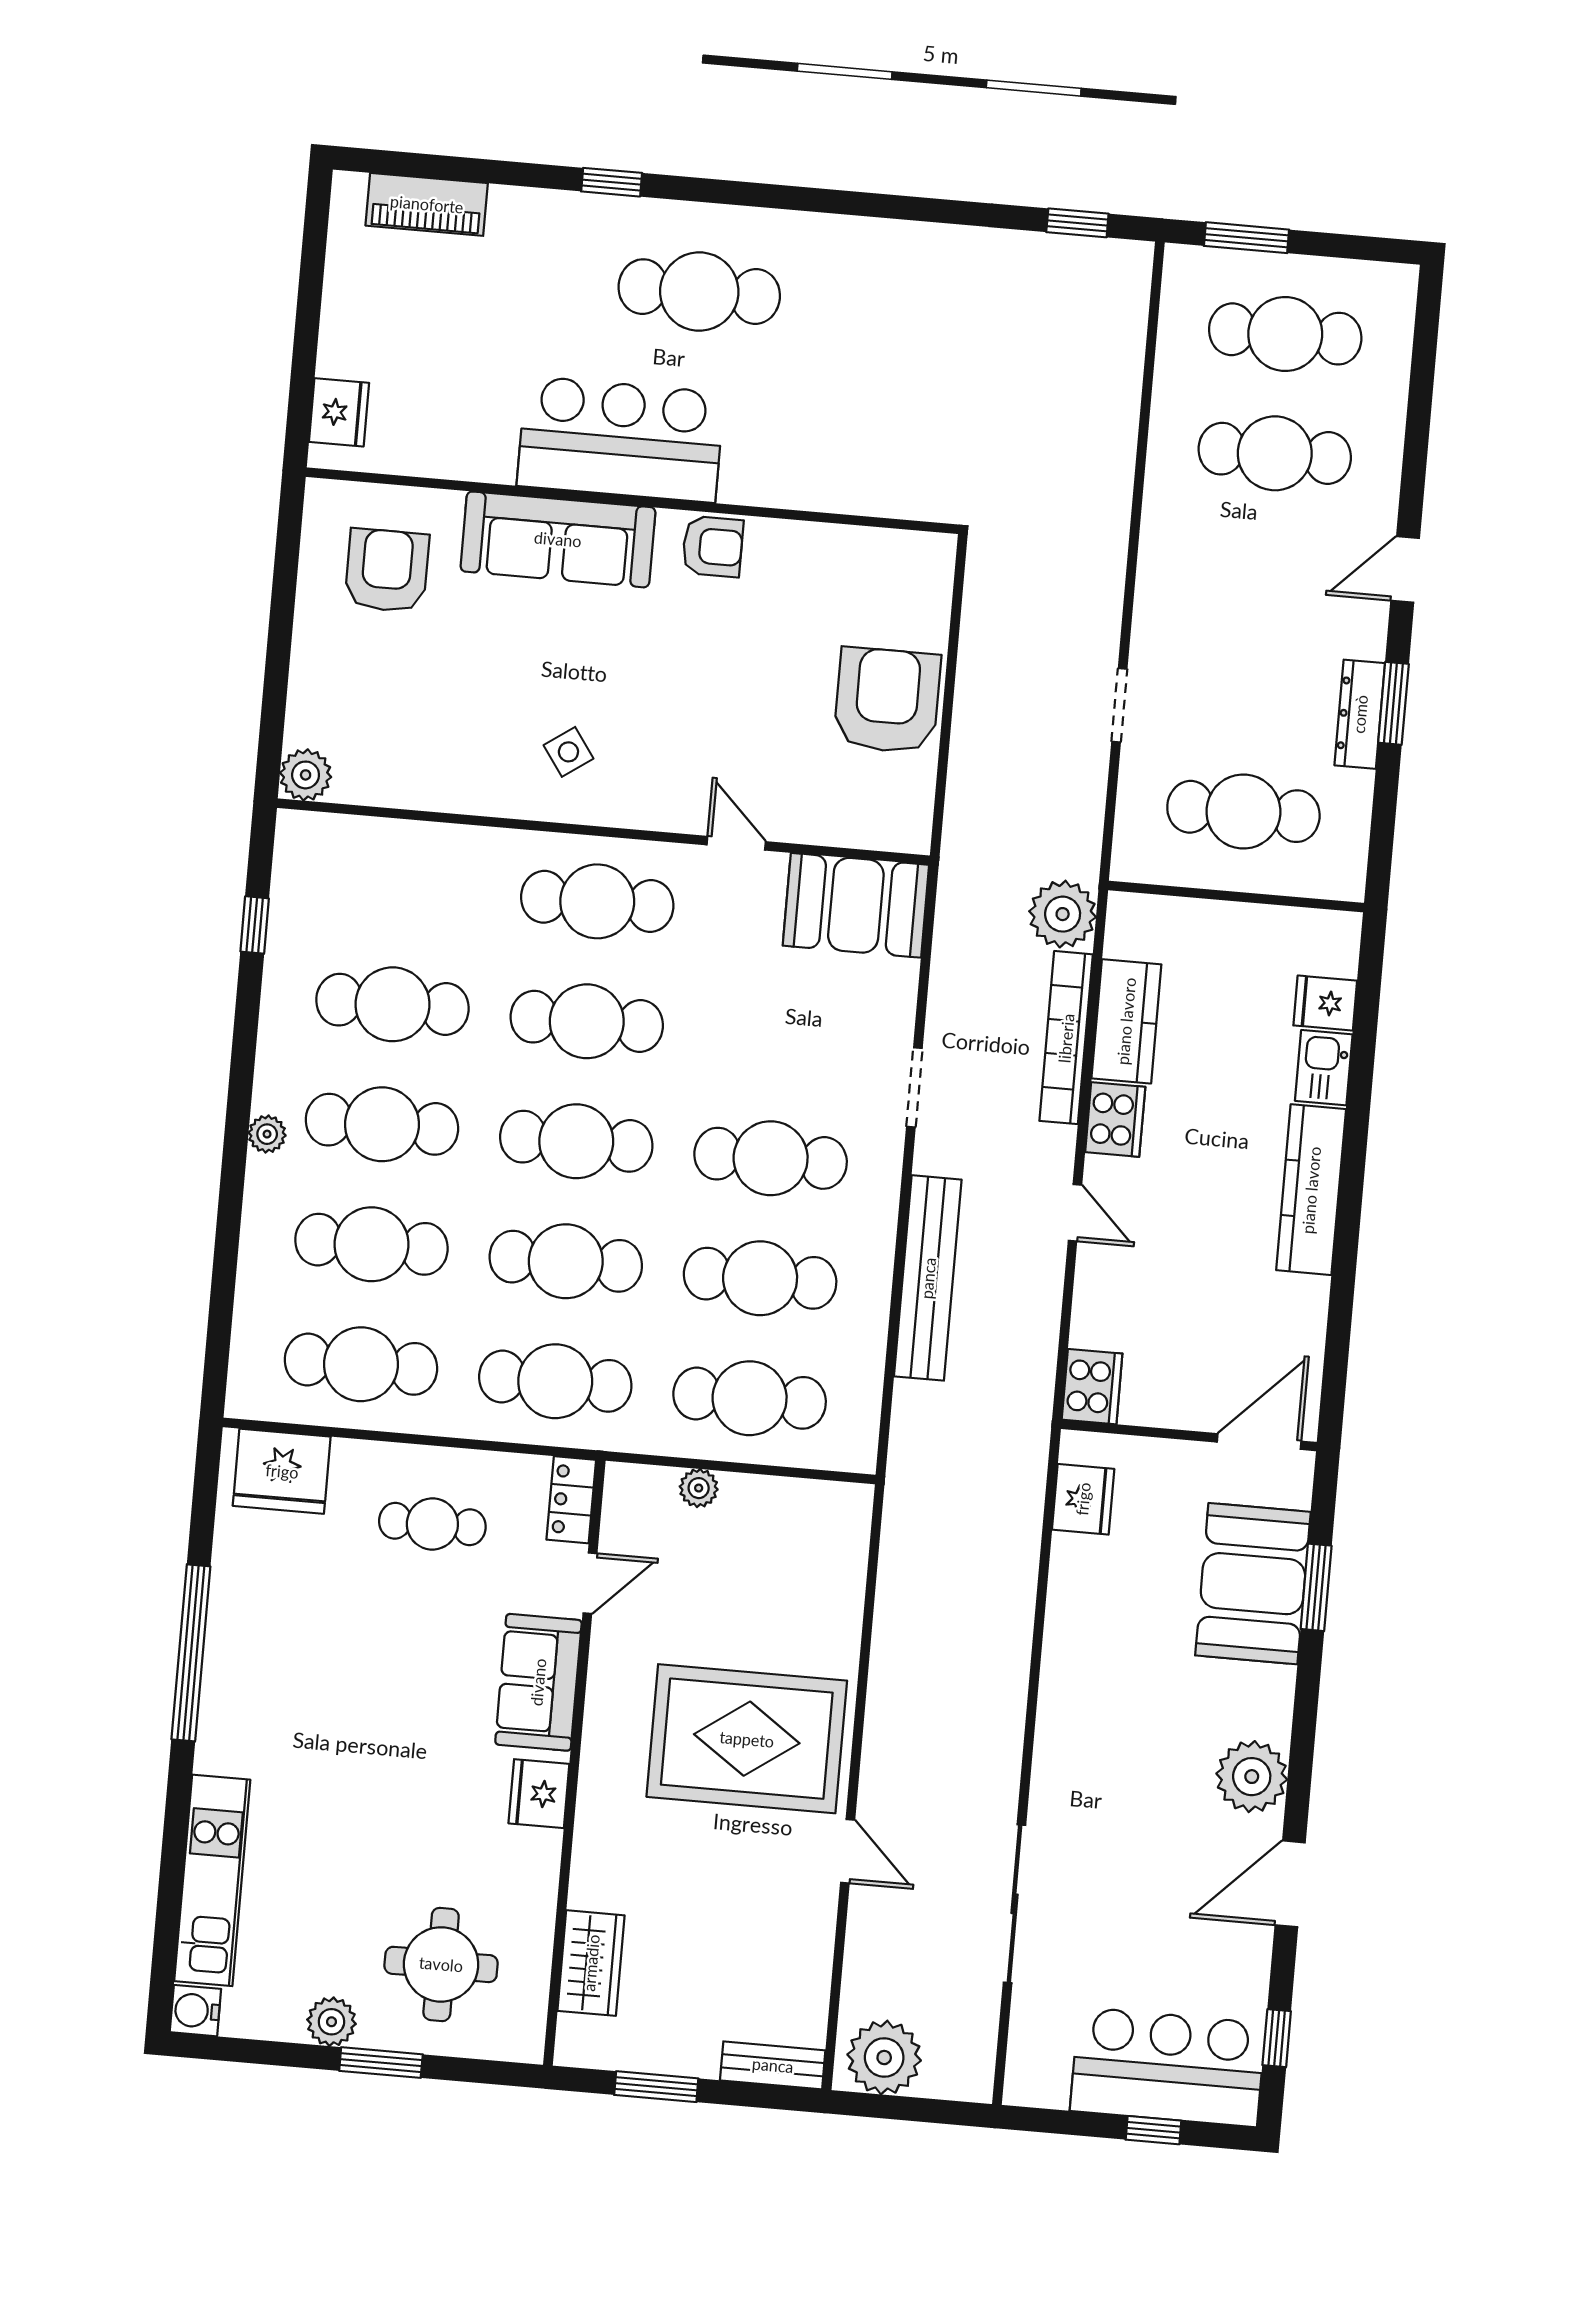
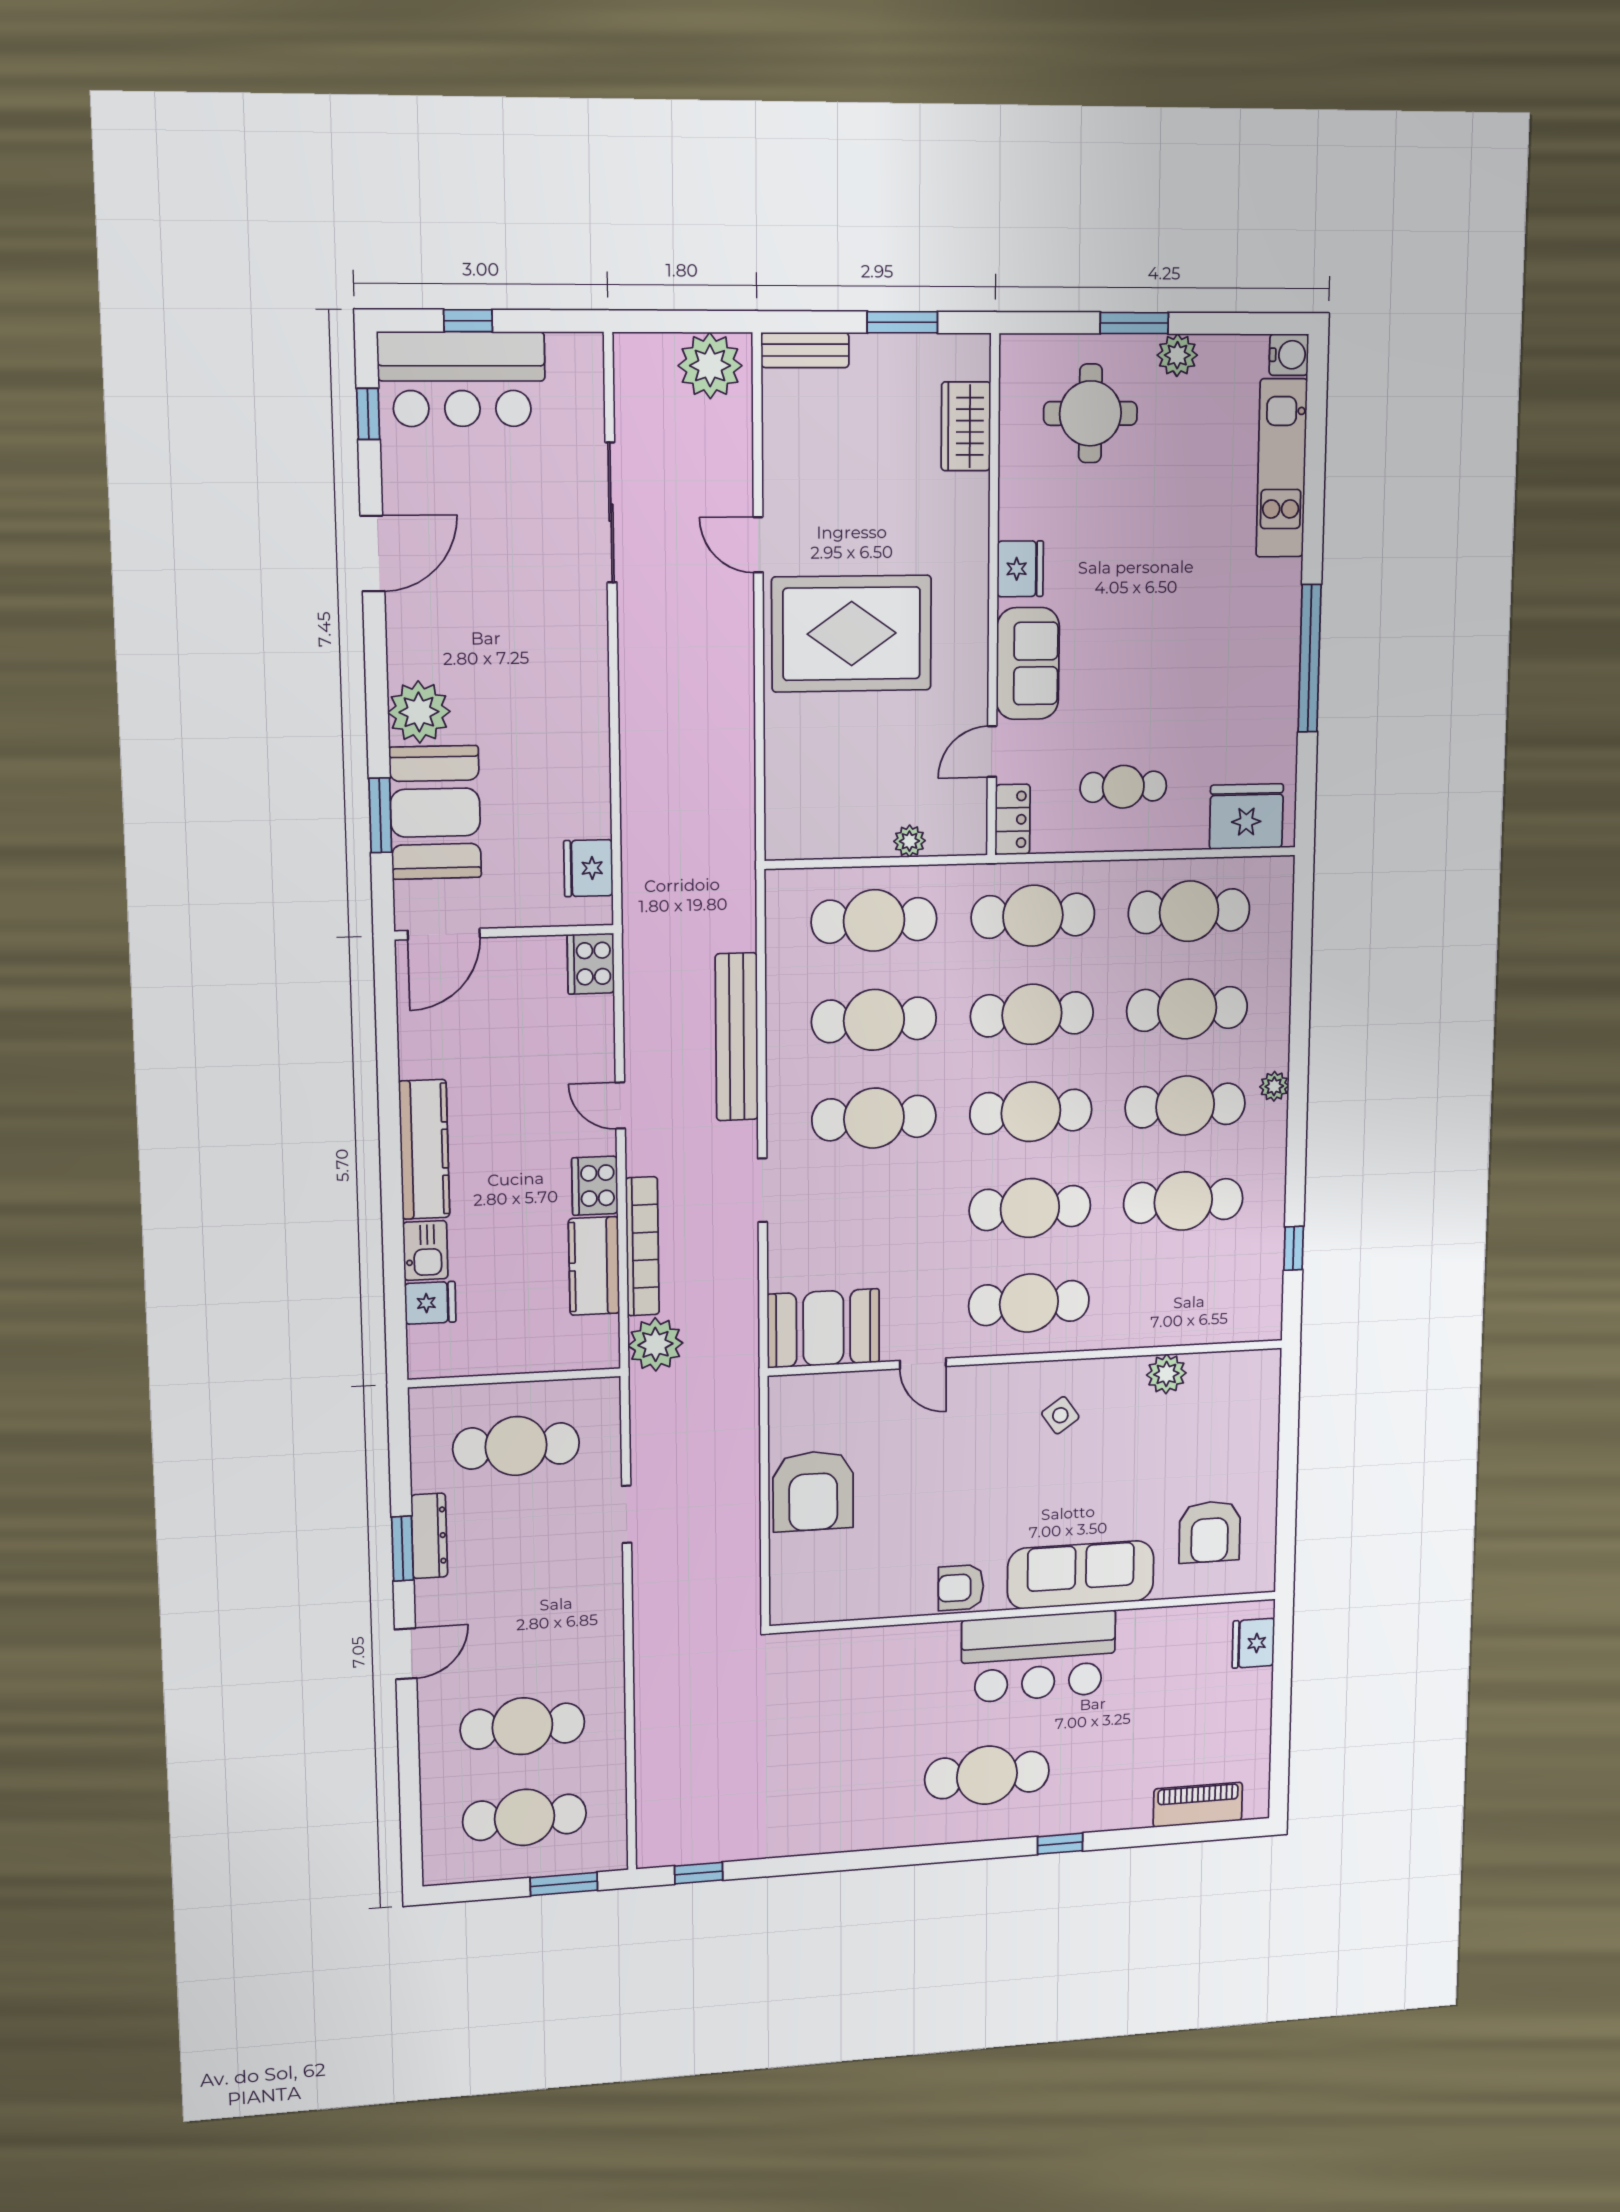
plant: (306, 775) -> (1166, 1374), moved
plant: (1252, 1777) -> (419, 712), moved

